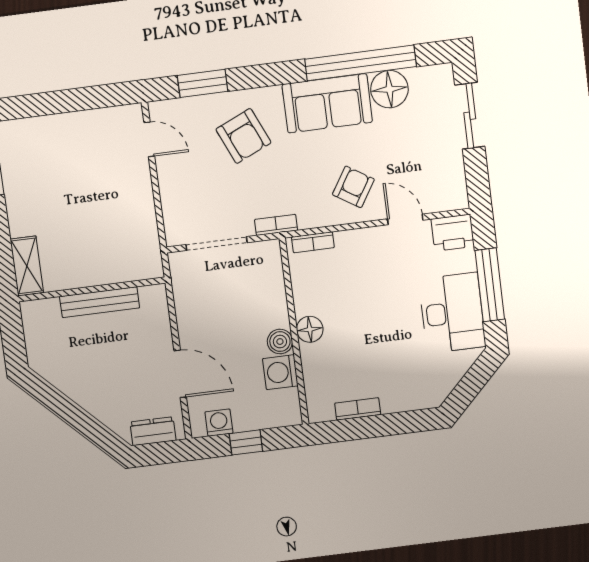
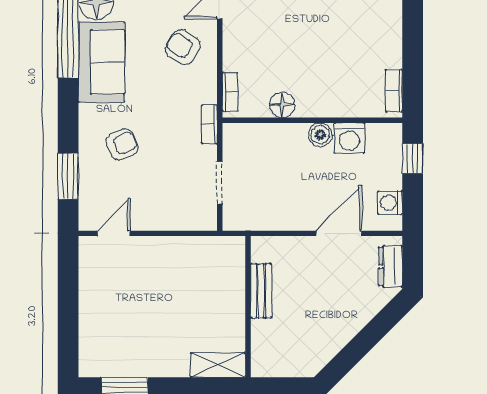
armchair: (243, 136) -> (122, 144), width x0.72, depth x0.72
doorway: (217, 244) -> (220, 183), width x0.73
bench: (100, 302) -> (261, 291), width x0.73
floor lamp: (310, 329) -> (282, 105), moved
bookcase: (358, 409) -> (394, 91), moved
window: (246, 442) -> (413, 158), moved

